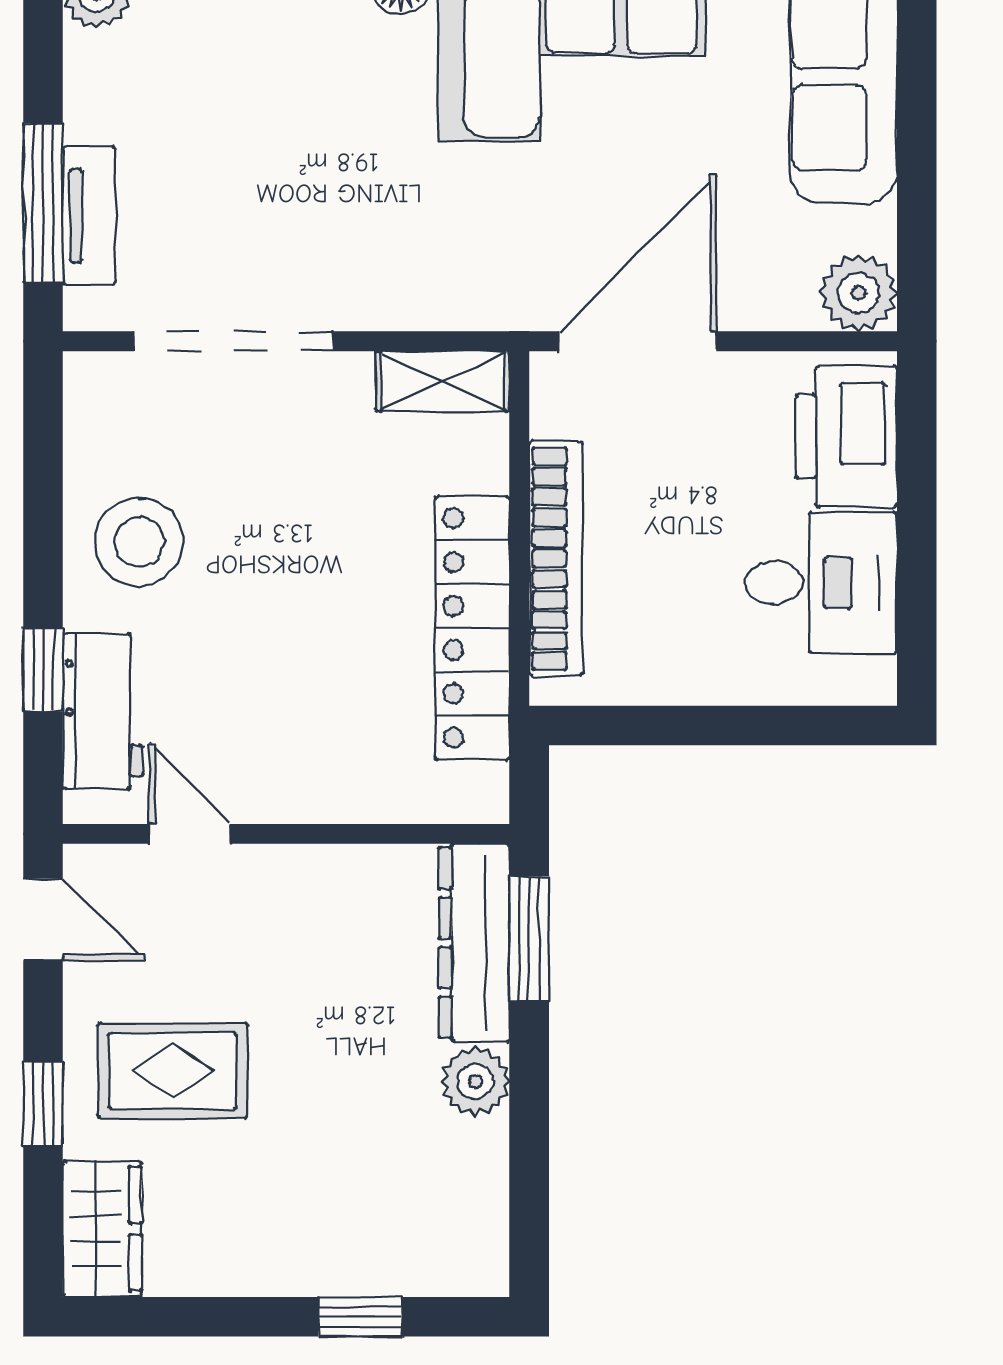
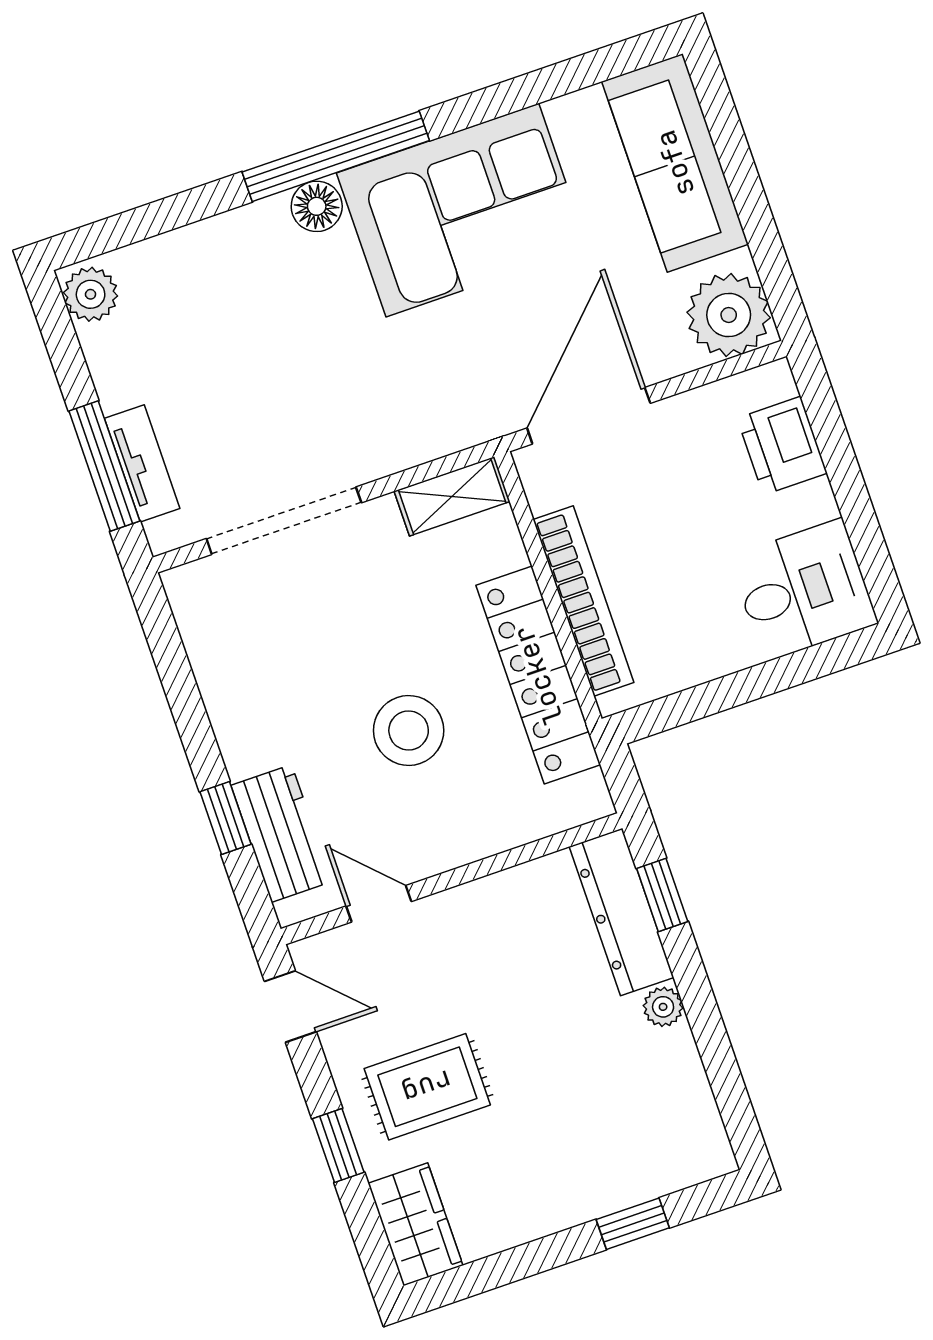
plant: (859, 293) -> (729, 315), width x1.36, depth x1.36
printer: (847, 436) -> (782, 446), width x0.73, depth x0.84
stool: (139, 542) -> (409, 730), moved
desk: (821, 583) -> (803, 590), moved
window: (529, 939) -> (662, 895), width x0.67
plant: (475, 1081) -> (663, 1007), width x0.73, depth x0.73

